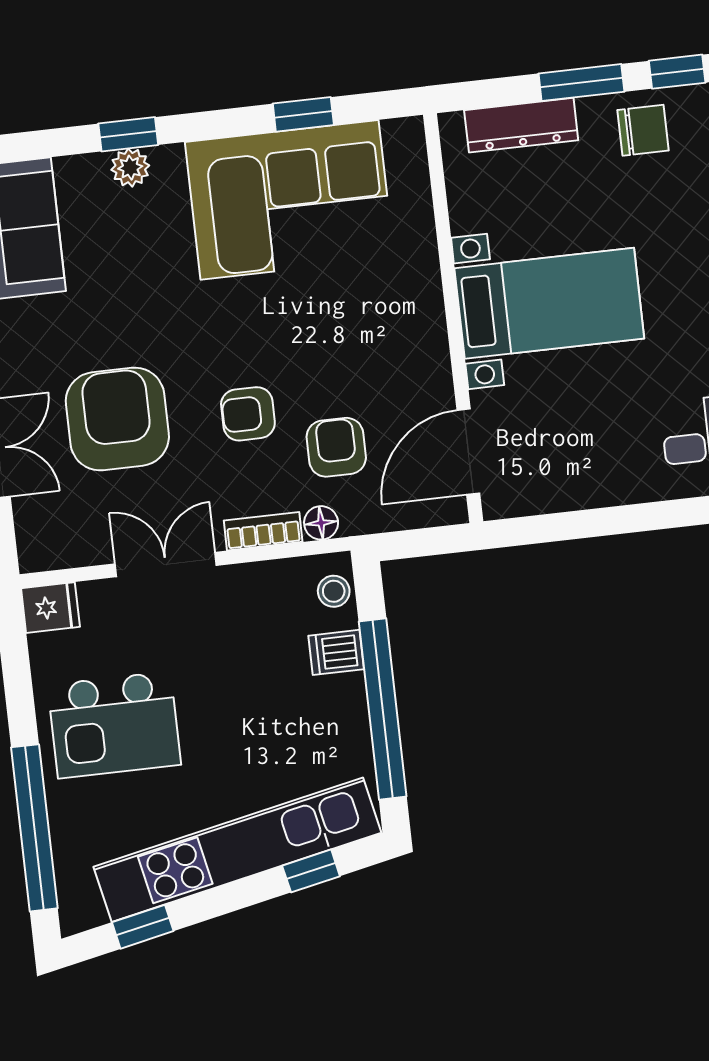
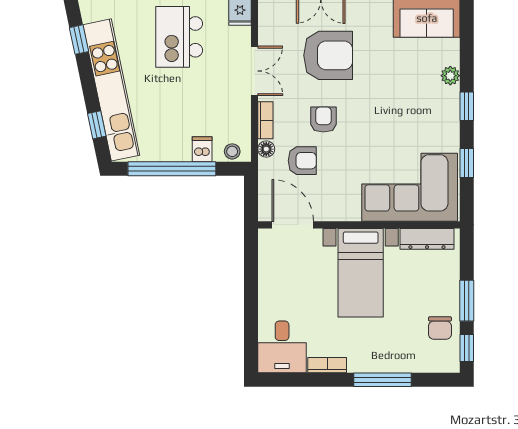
dresser: (521, 125) -> (427, 239), moved, turned -90
window: (128, 134) -> (467, 106), moved
corner sofa: (290, 200) -> (410, 187), moved, turned 90

